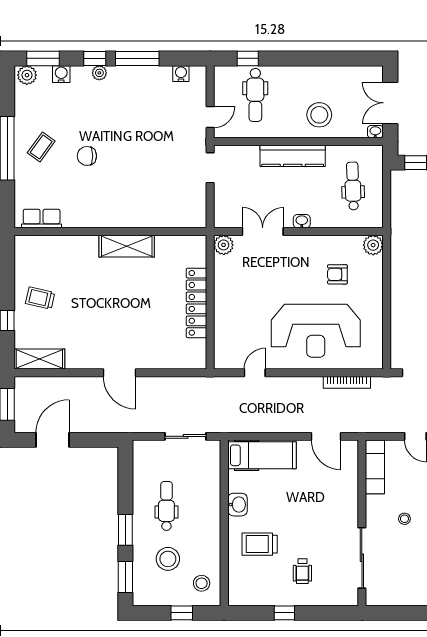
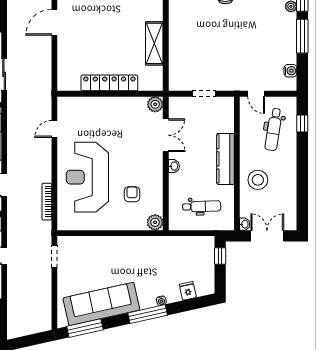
dental chair: (255, 95) -> (274, 129), turned -81
doorway: (210, 168) -> (204, 94), moved
shelving: (127, 246) -> (154, 43), moved
door: (255, 373) -> (54, 129), swing flipped

